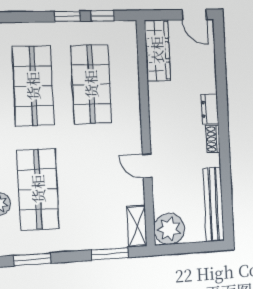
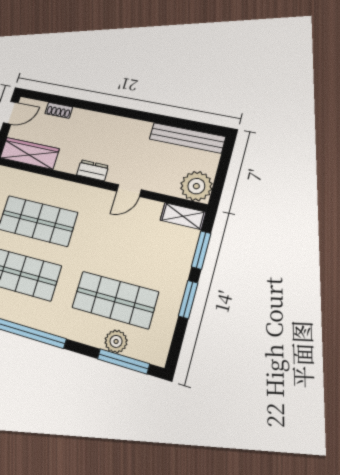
dresser: (210, 109) -> (93, 170), moved, turned 180
shoe rack: (213, 139) -> (59, 110), moved
window: (32, 259) -> (188, 299), moved

